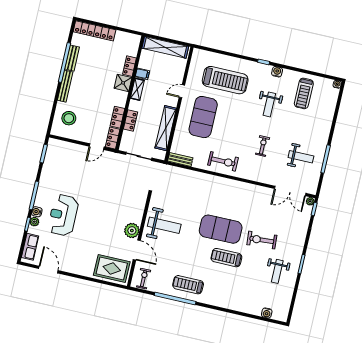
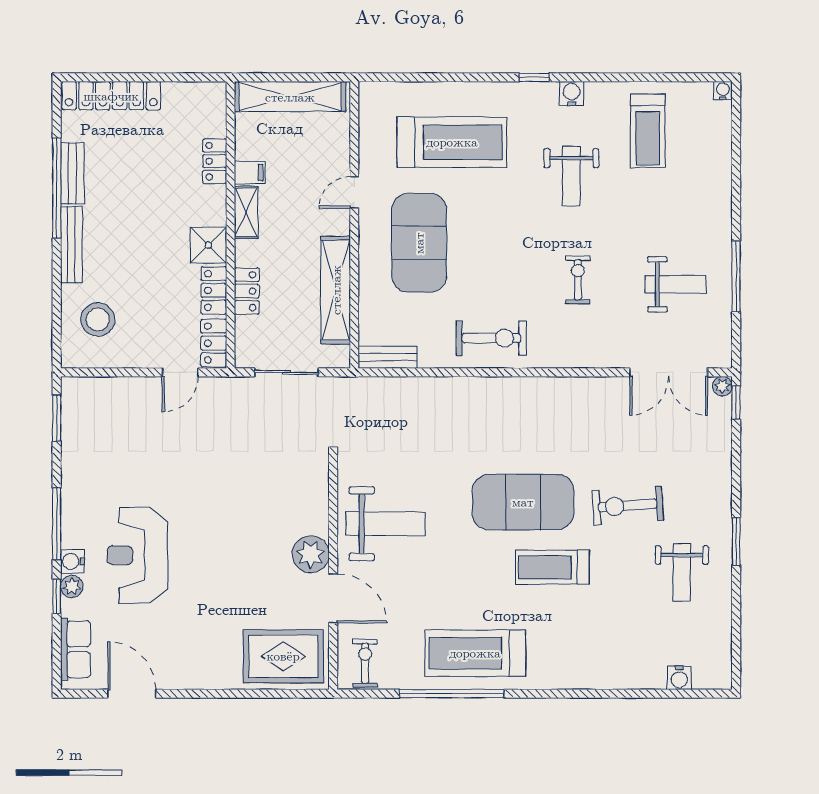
shower: (123, 83) -> (208, 245), moved
treadmill: (188, 285) -> (475, 653), width x1.37, depth x1.38

